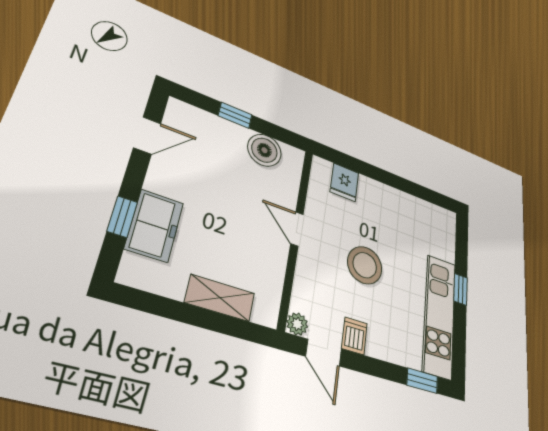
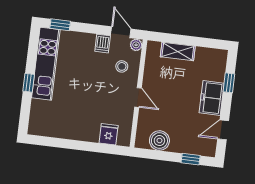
window: (235, 115) -> (191, 159), moved
freezer: (154, 226) -> (212, 98), moved
stool: (365, 265) -> (122, 66), moved, width x0.53, depth x0.53

